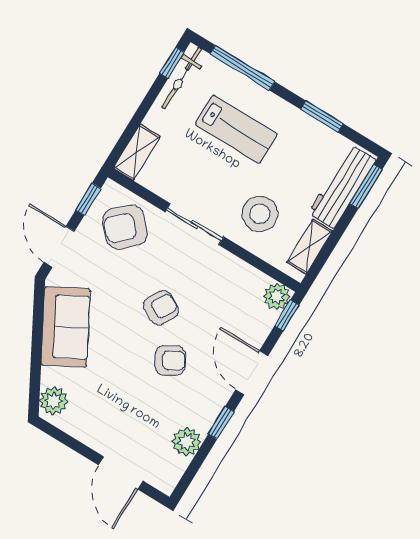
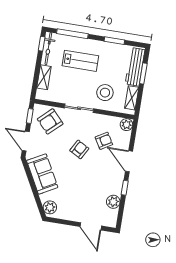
shelving: (137, 152) -> (44, 77), moved
window: (366, 186) -> (143, 74), moved
window: (287, 315) -> (134, 131), removed
armchair: (170, 360) -> (104, 141), moved

